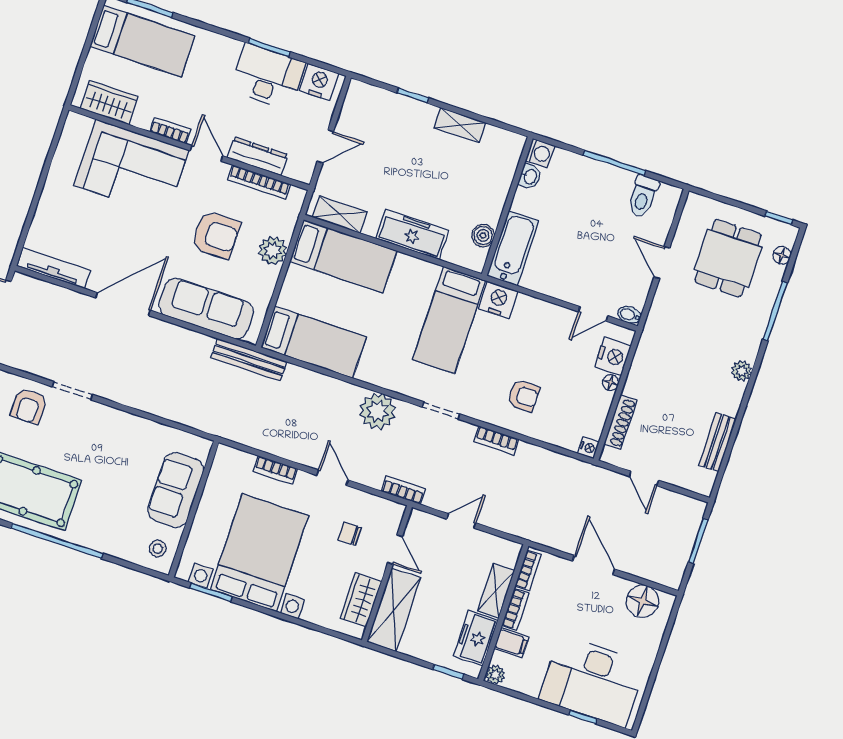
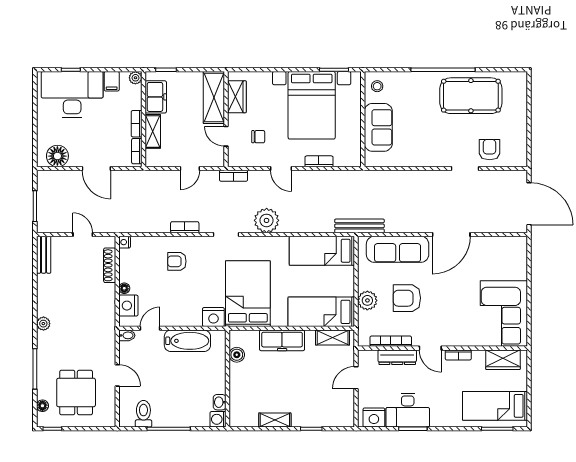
corner sofa: (131, 168) -> (504, 313), moved, turned -90
bathtub: (513, 248) -> (187, 341), moved, turned -90
tv unit: (54, 268) -> (503, 243), removed
bed: (449, 320) -> (248, 294), width x1.50
bench: (717, 442) -> (44, 255), moved
filing cabinet: (511, 643) -> (112, 81), moved, turned -90

